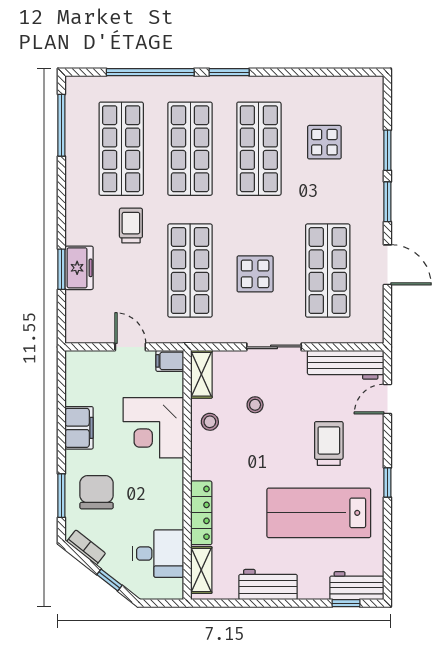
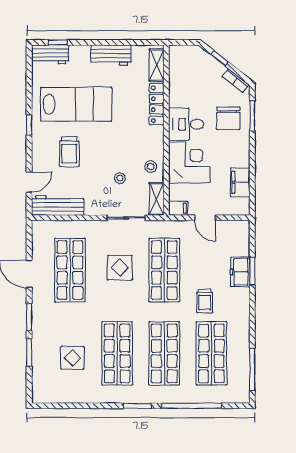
sliding door: (274, 347) -> (126, 218), moved
filing cabinet: (79, 428) -> (240, 182), moved
desk: (158, 554) -> (186, 124), moved

